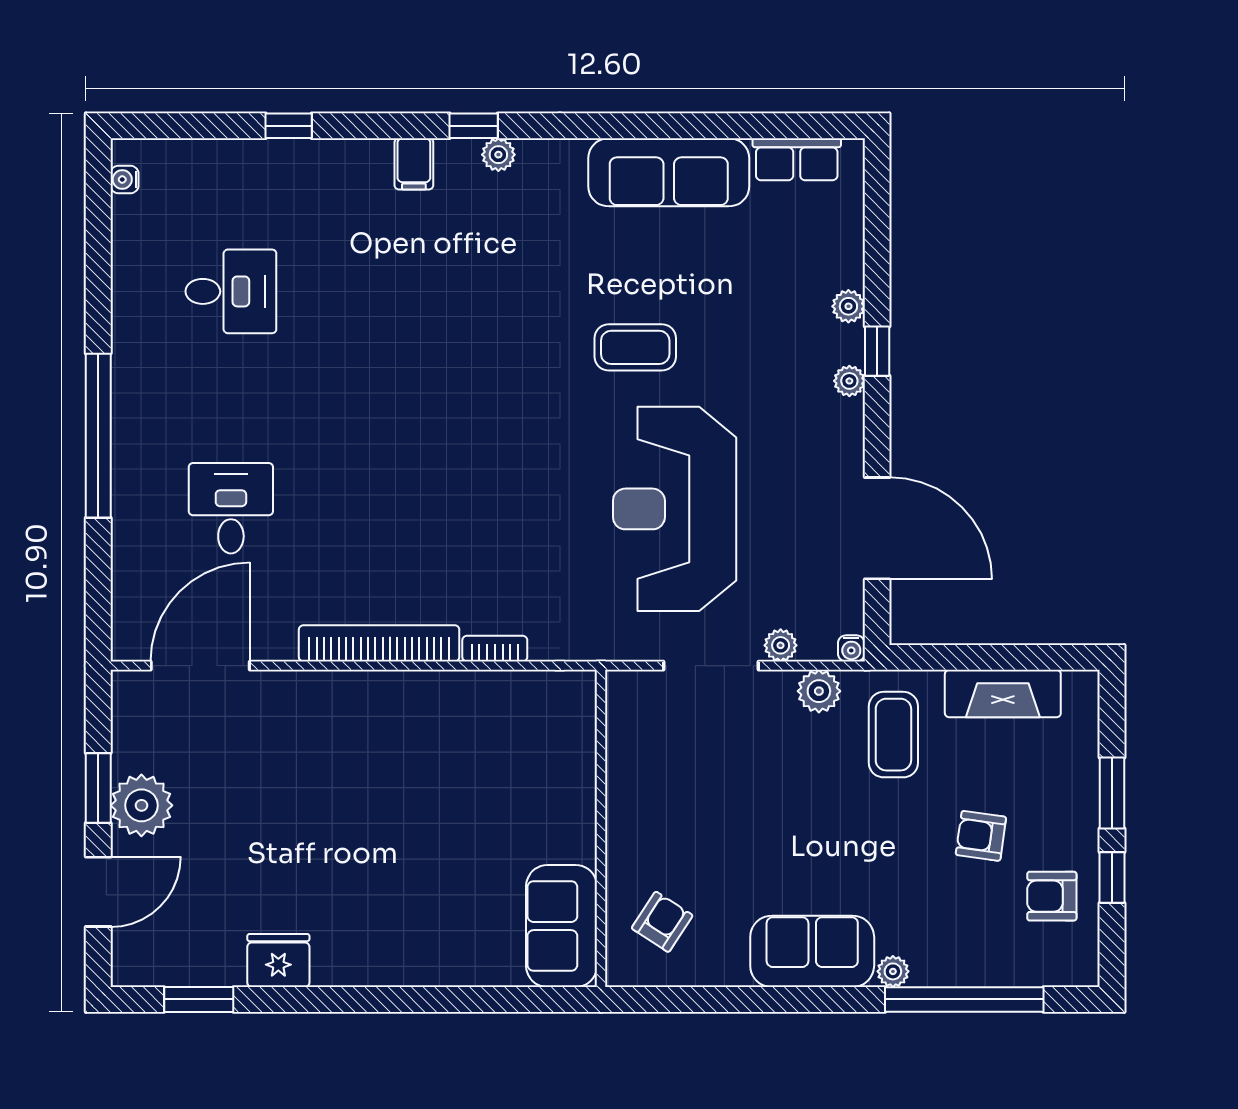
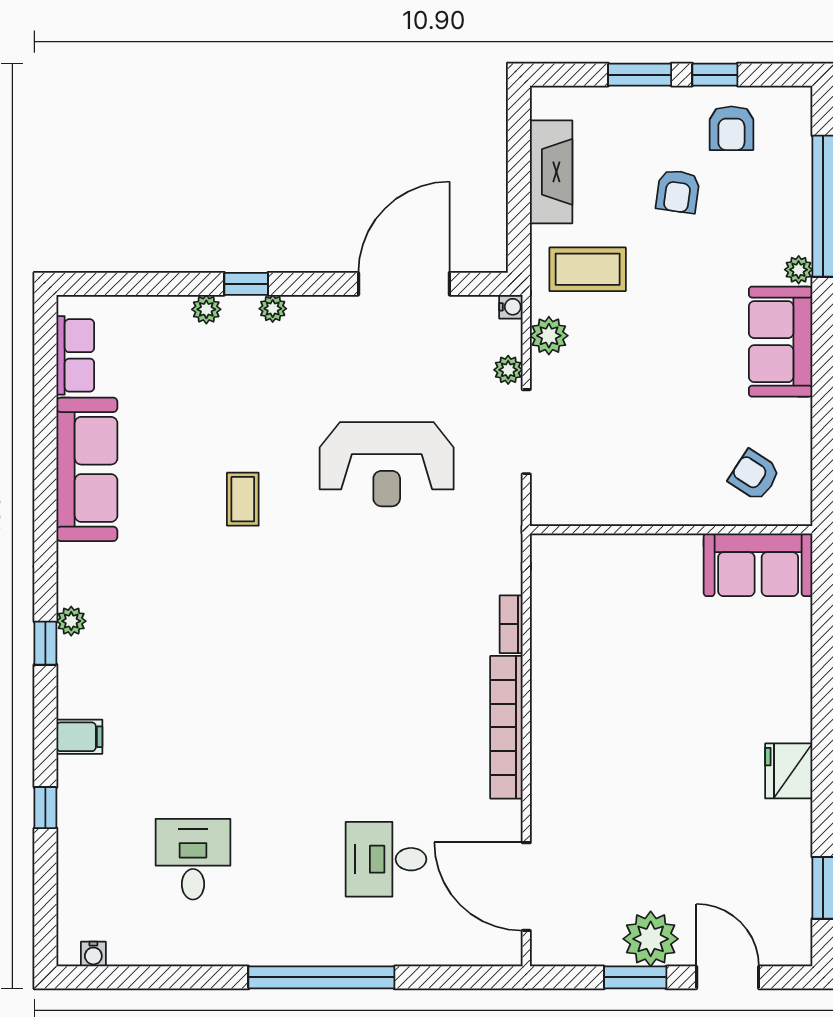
filing cabinet: (414, 164) -> (79, 737), moved
coffee table: (635, 347) -> (243, 499), width x0.73, depth x0.77
reception desk: (675, 509) -> (387, 464), width x0.74, depth x0.77
fridge: (278, 960) -> (789, 771), moved

